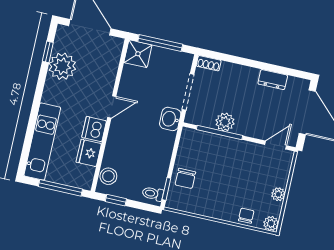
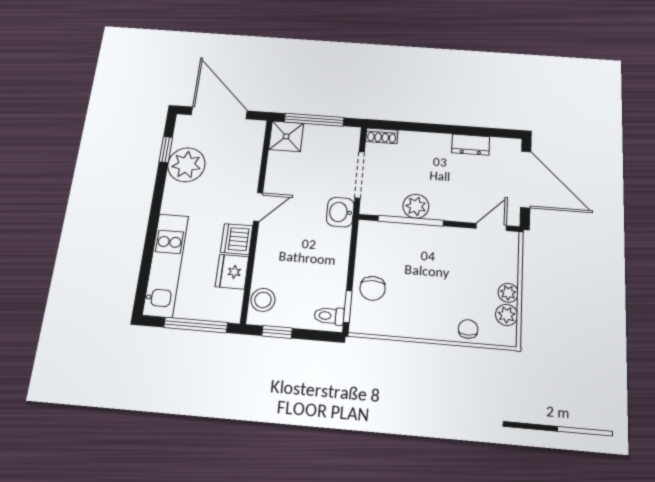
plant: (271, 224) -> (507, 315), moved

